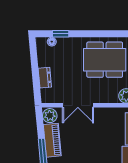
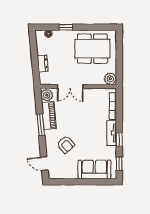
window: (61, 34) -> (66, 27), moved

